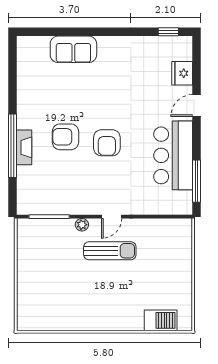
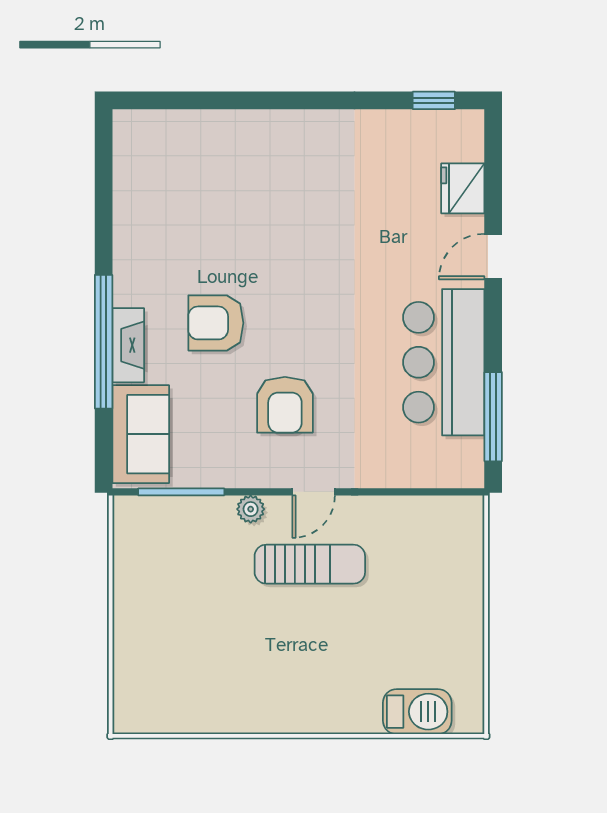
sofa: (73, 49) -> (141, 434), moved, turned -90
armchair: (107, 143) -> (285, 405), moved

